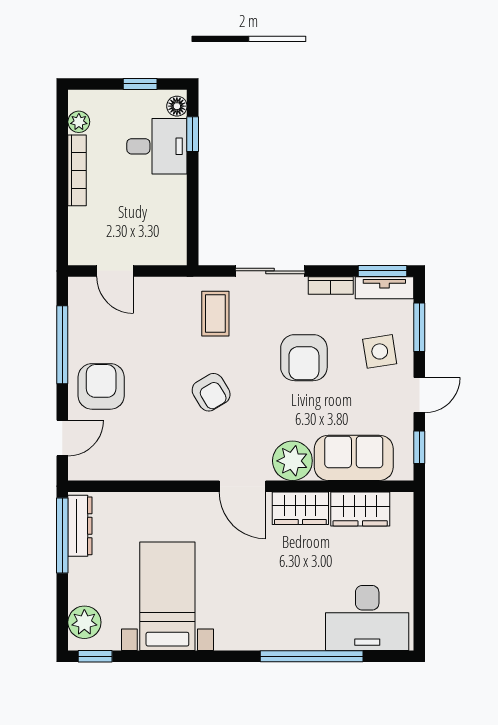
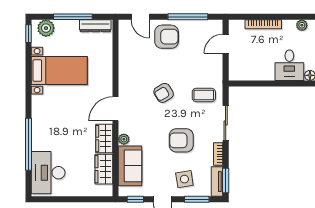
window: (193, 134) -> (296, 83), removed
bookcase: (77, 170) -> (263, 24), moved
plant: (292, 461) -> (124, 139), width x0.53, depth x0.53
window: (62, 536) -> (73, 17), moved

